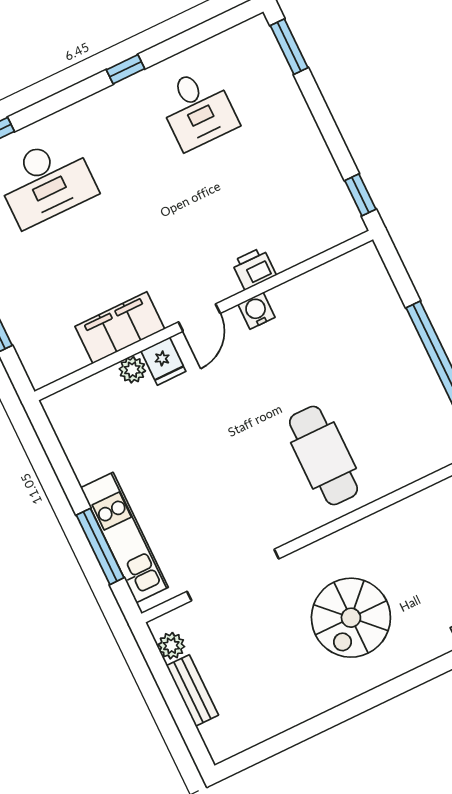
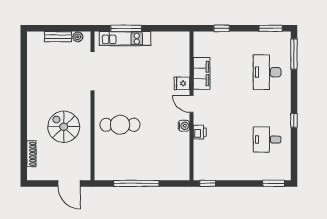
plant: (132, 370) -> (184, 71), removed
spiral stairs: (351, 618) -> (64, 127), moved

